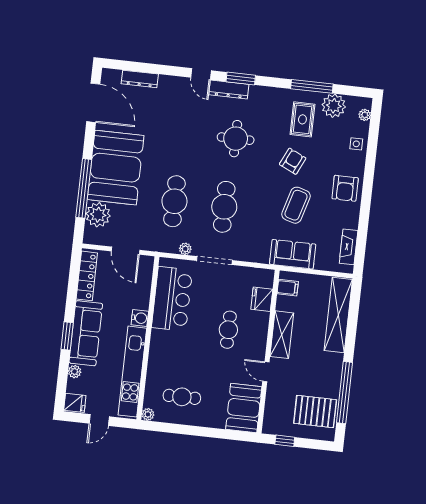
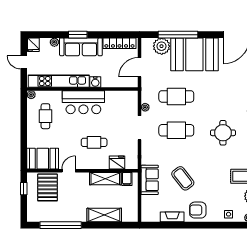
armchair: (293, 161) -> (212, 173), removed
coffee table: (296, 205) -> (183, 178), turned 36
fireplace: (349, 247) -> (172, 217), moved
bar counter: (172, 299) -> (83, 102), moved
shelving: (338, 315) -> (104, 215), width x0.68
shelving: (282, 335) -> (105, 179), moved
pallet: (315, 412) -> (48, 187), moved

